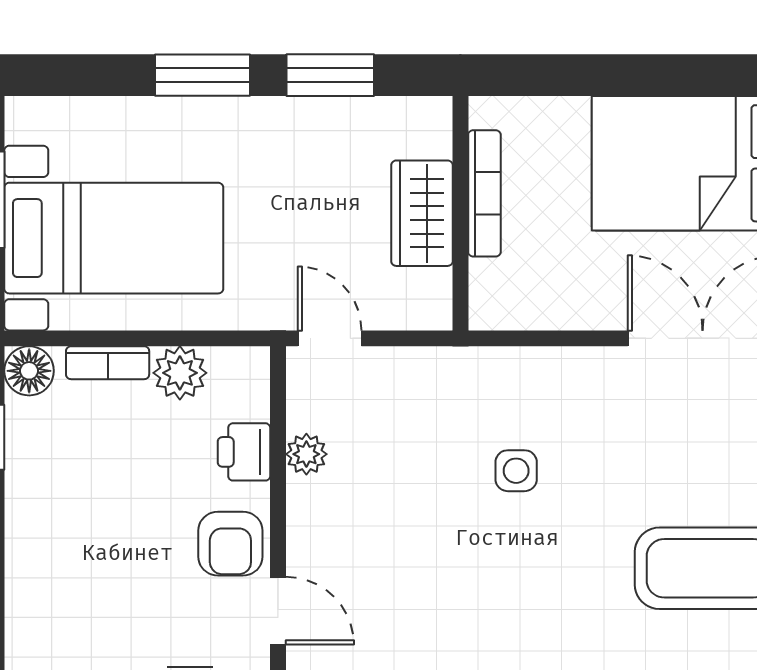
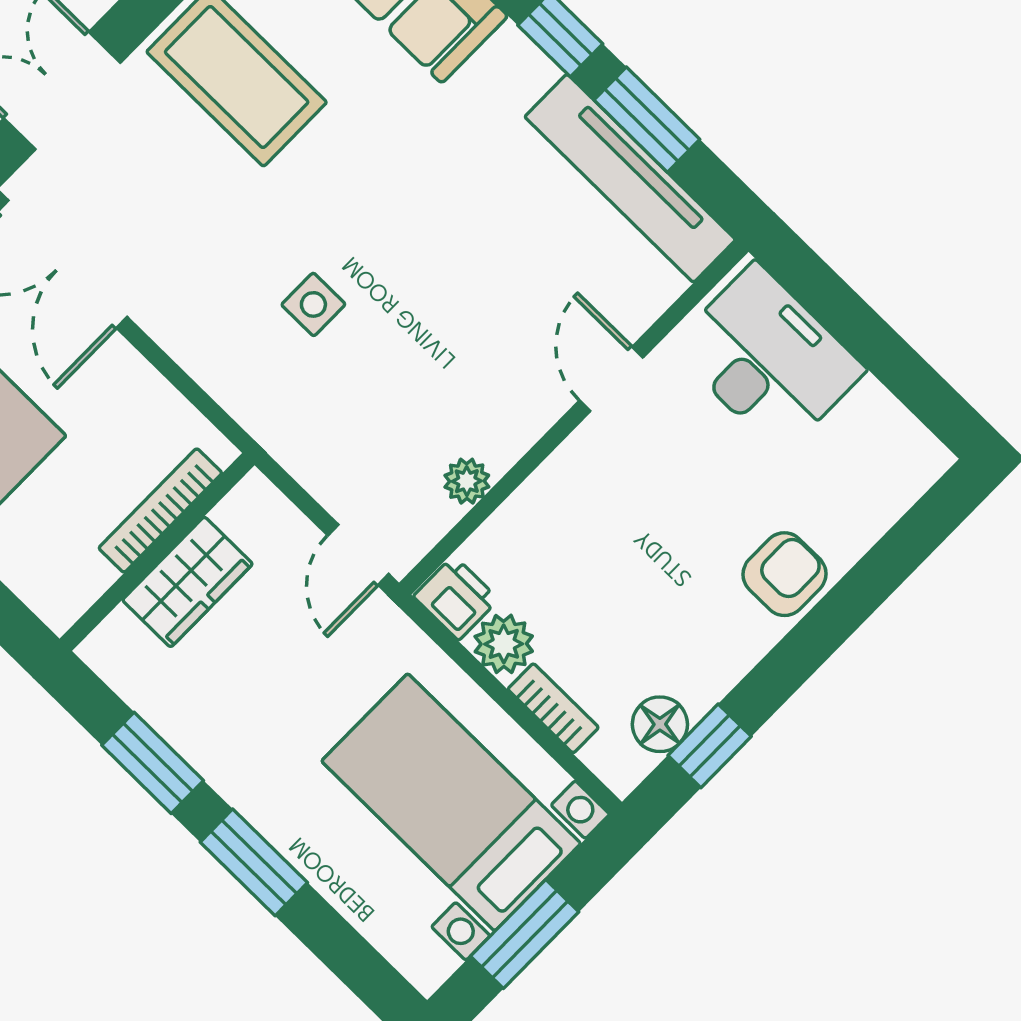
bookcase: (484, 193) -> (160, 511), moved
floor lamp: (29, 371) -> (660, 724), moved
printer: (244, 452) -> (456, 598), moved, turned -90
armchair: (230, 544) -> (784, 574), moved

